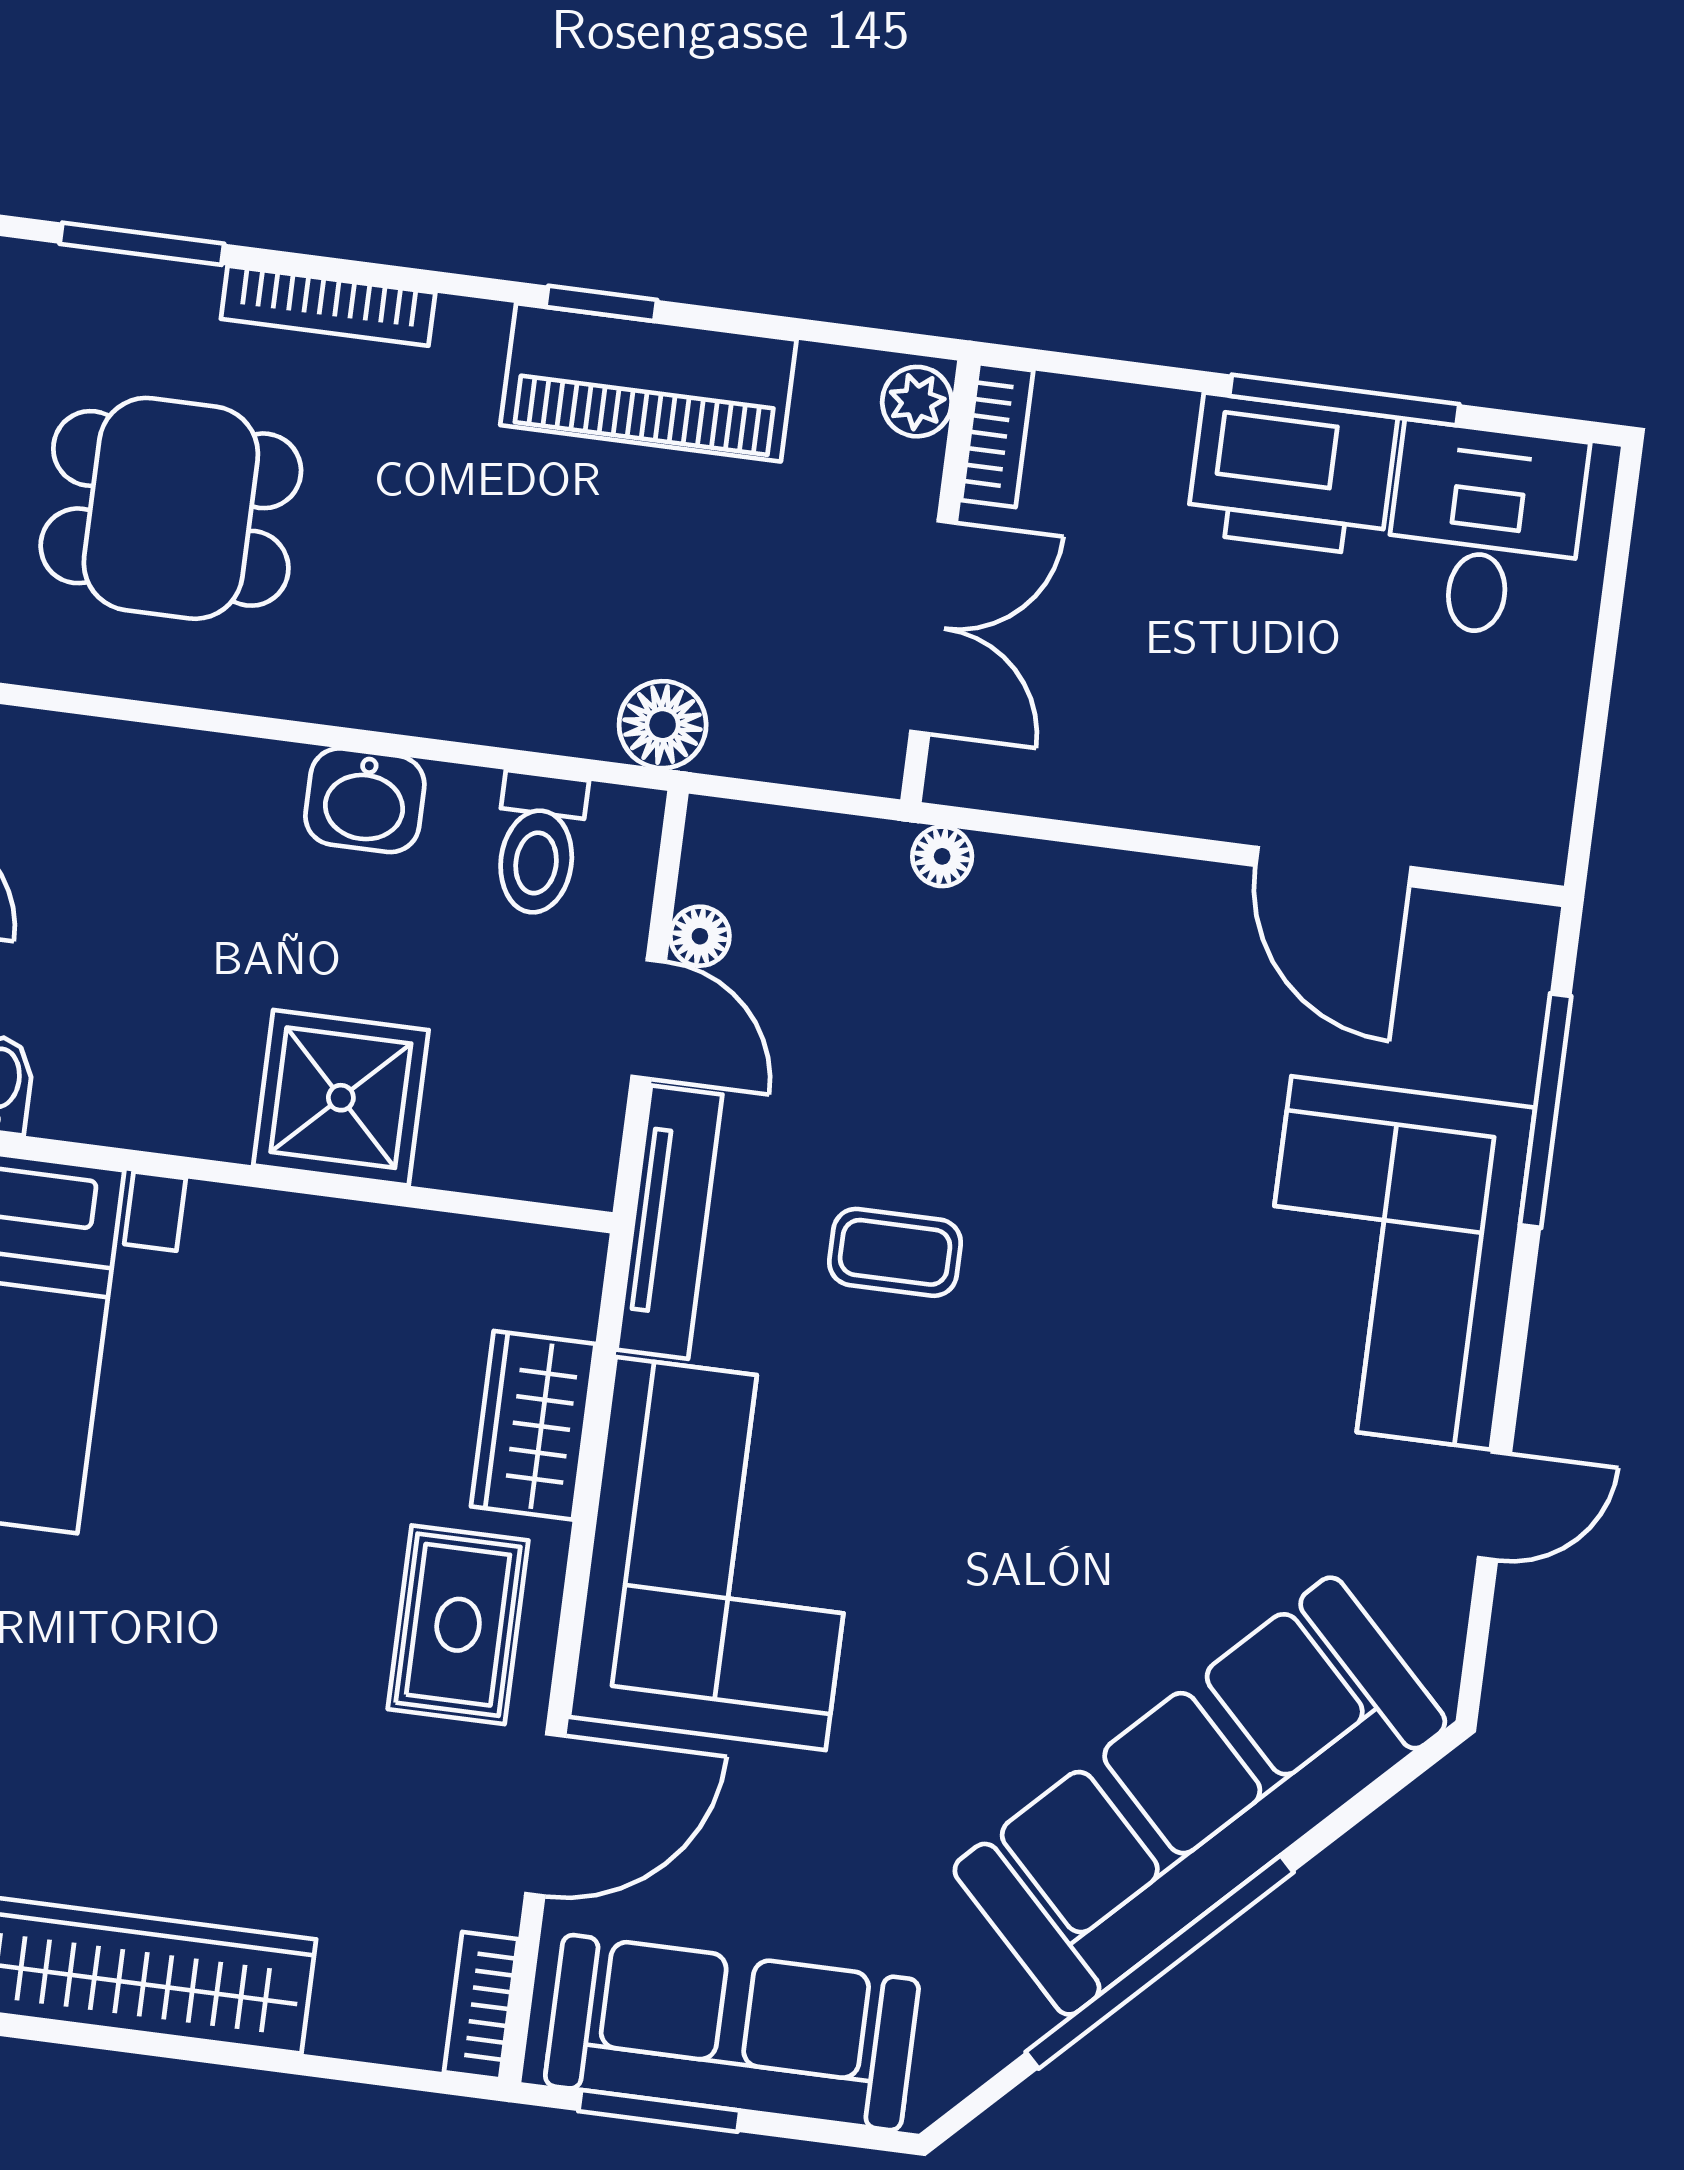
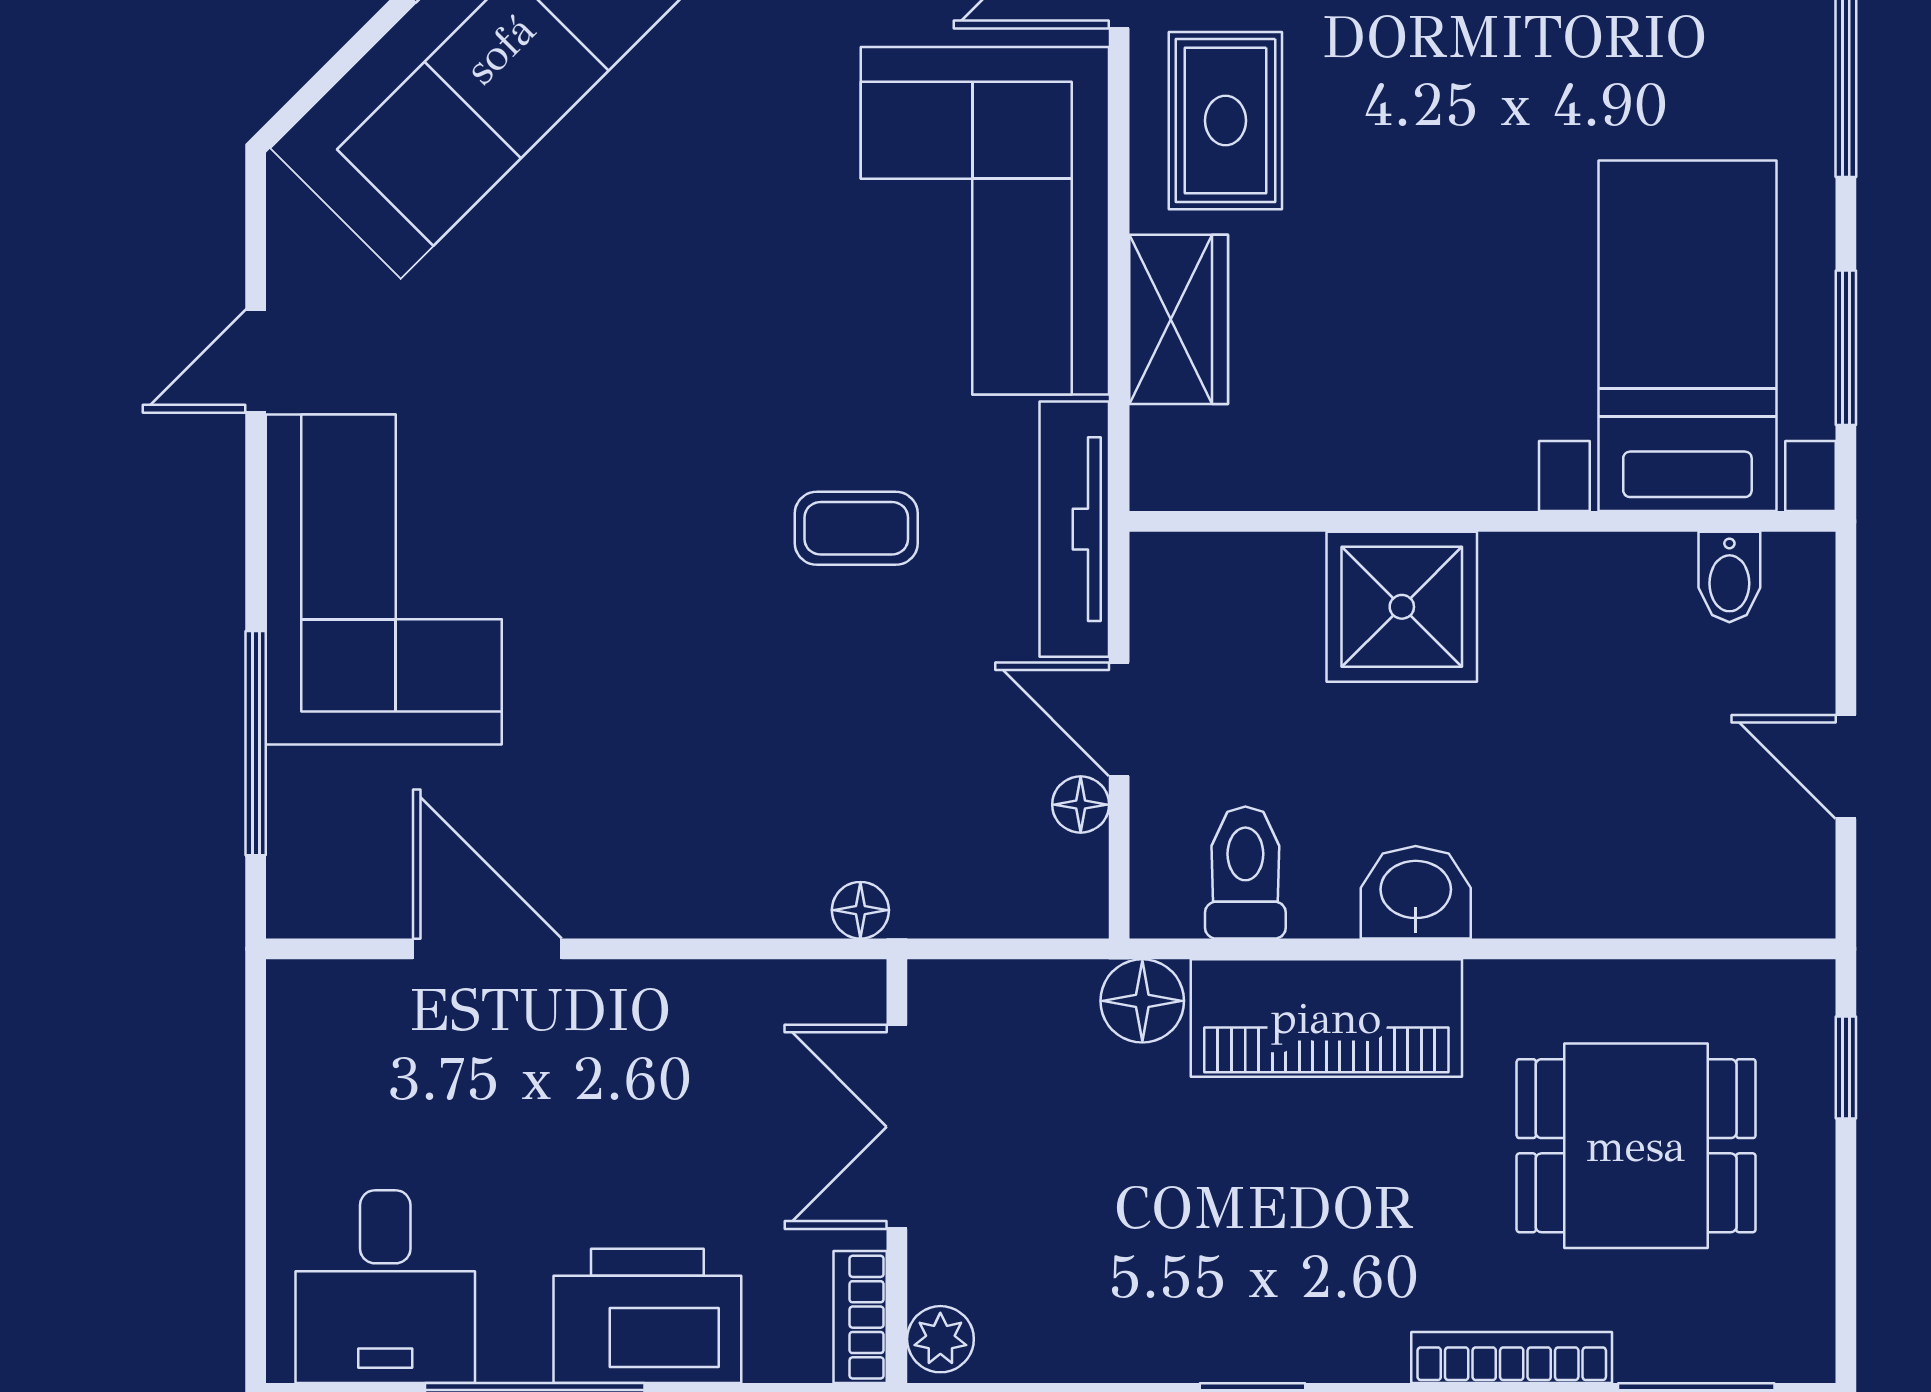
piano: (648, 382) -> (1326, 1018), moved, turned 180
printer: (1292, 475) -> (647, 1316), moved

